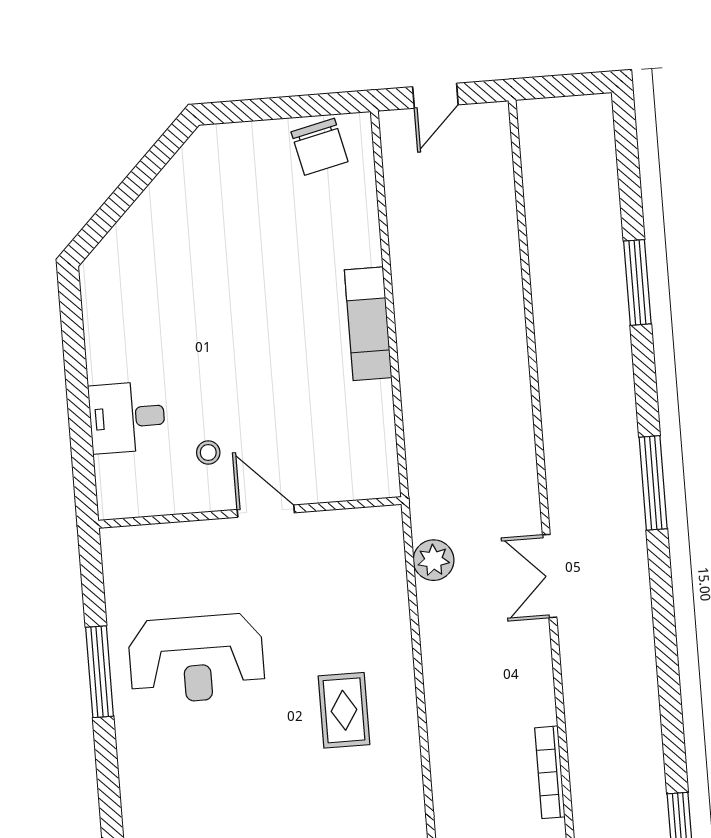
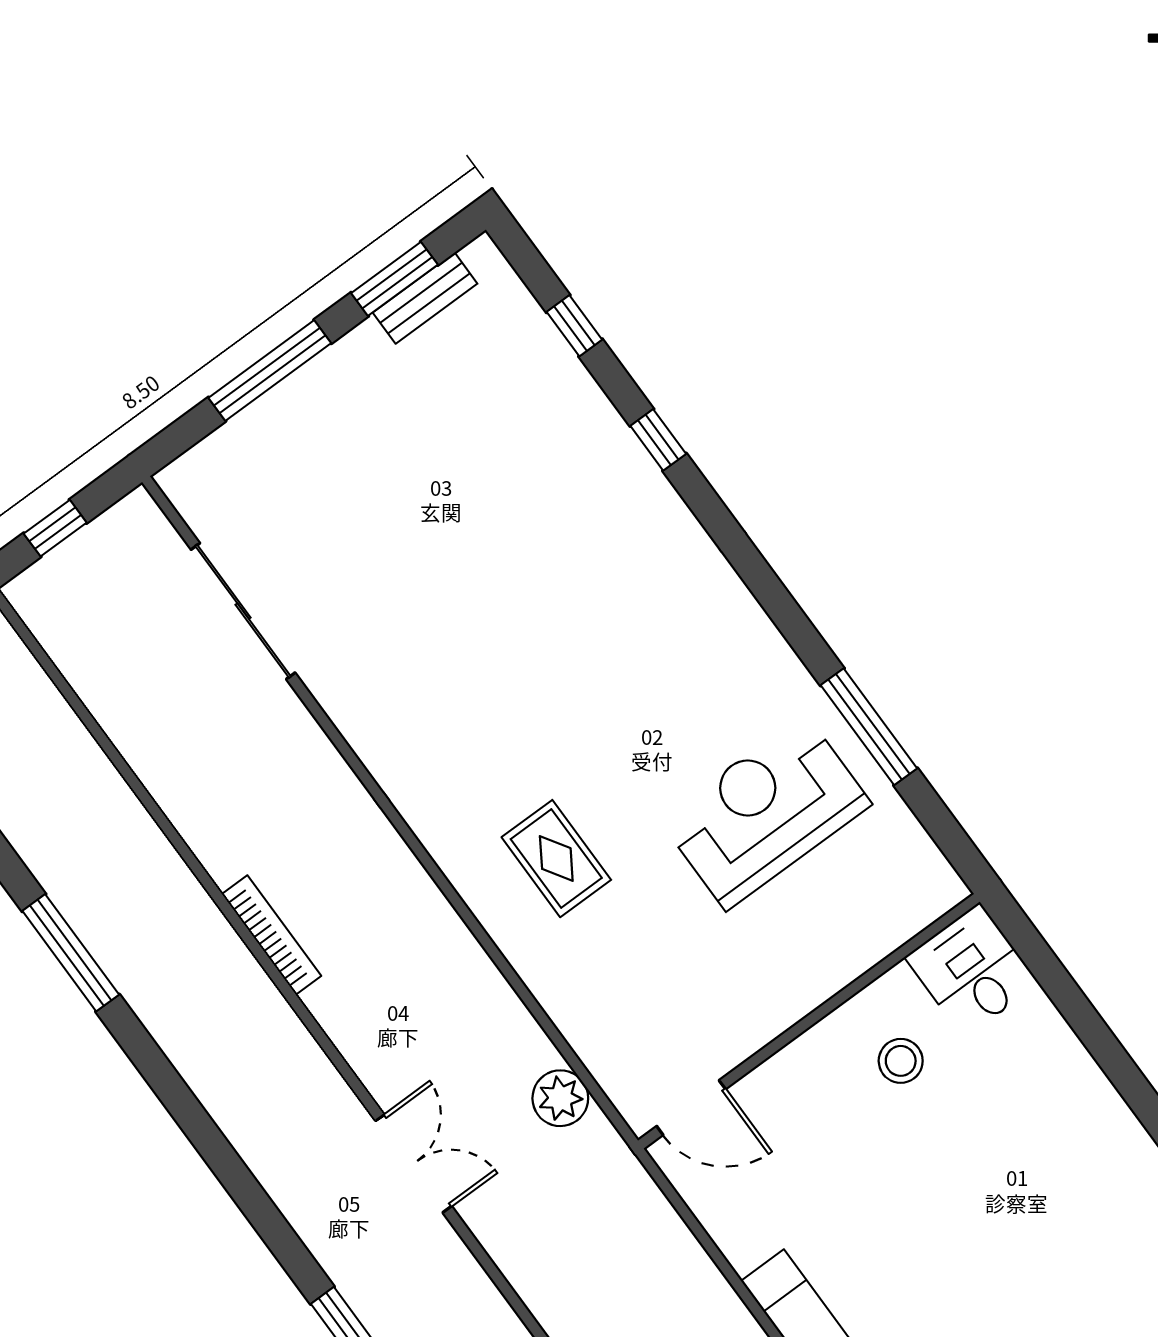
desk: (127, 417) -> (972, 970), moved, turned -90
stool: (208, 452) -> (901, 1061), width x1.37, depth x1.37
door: (266, 511) -> (691, 1108), moved

